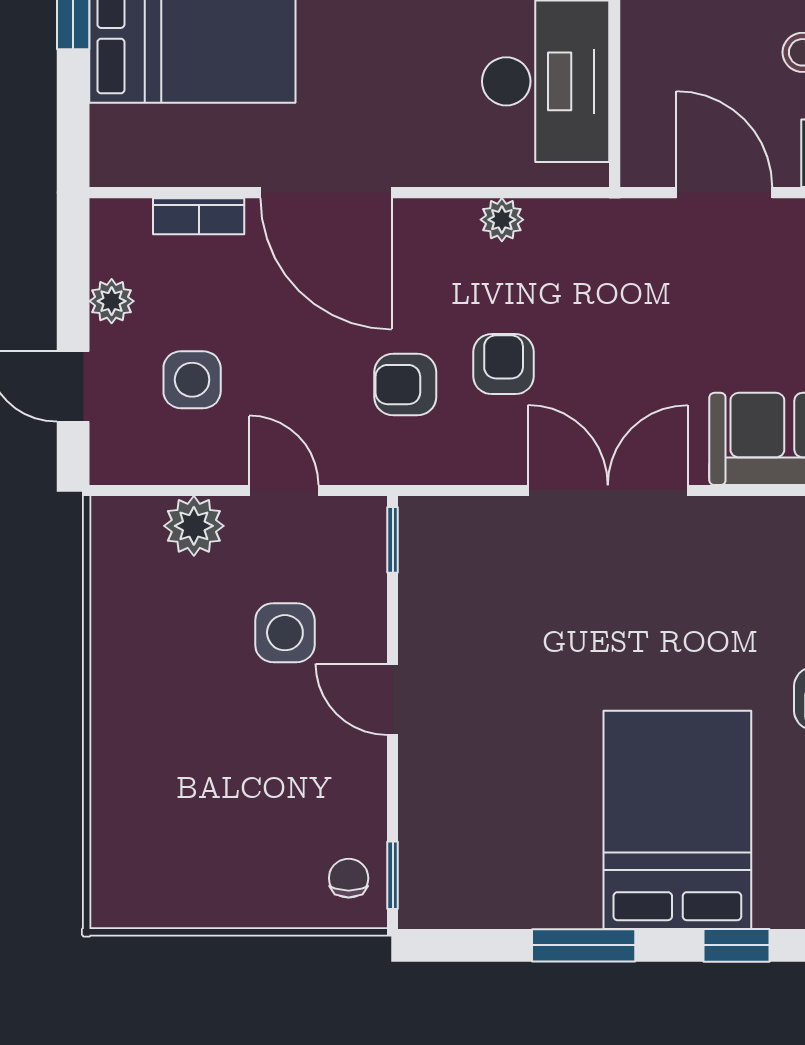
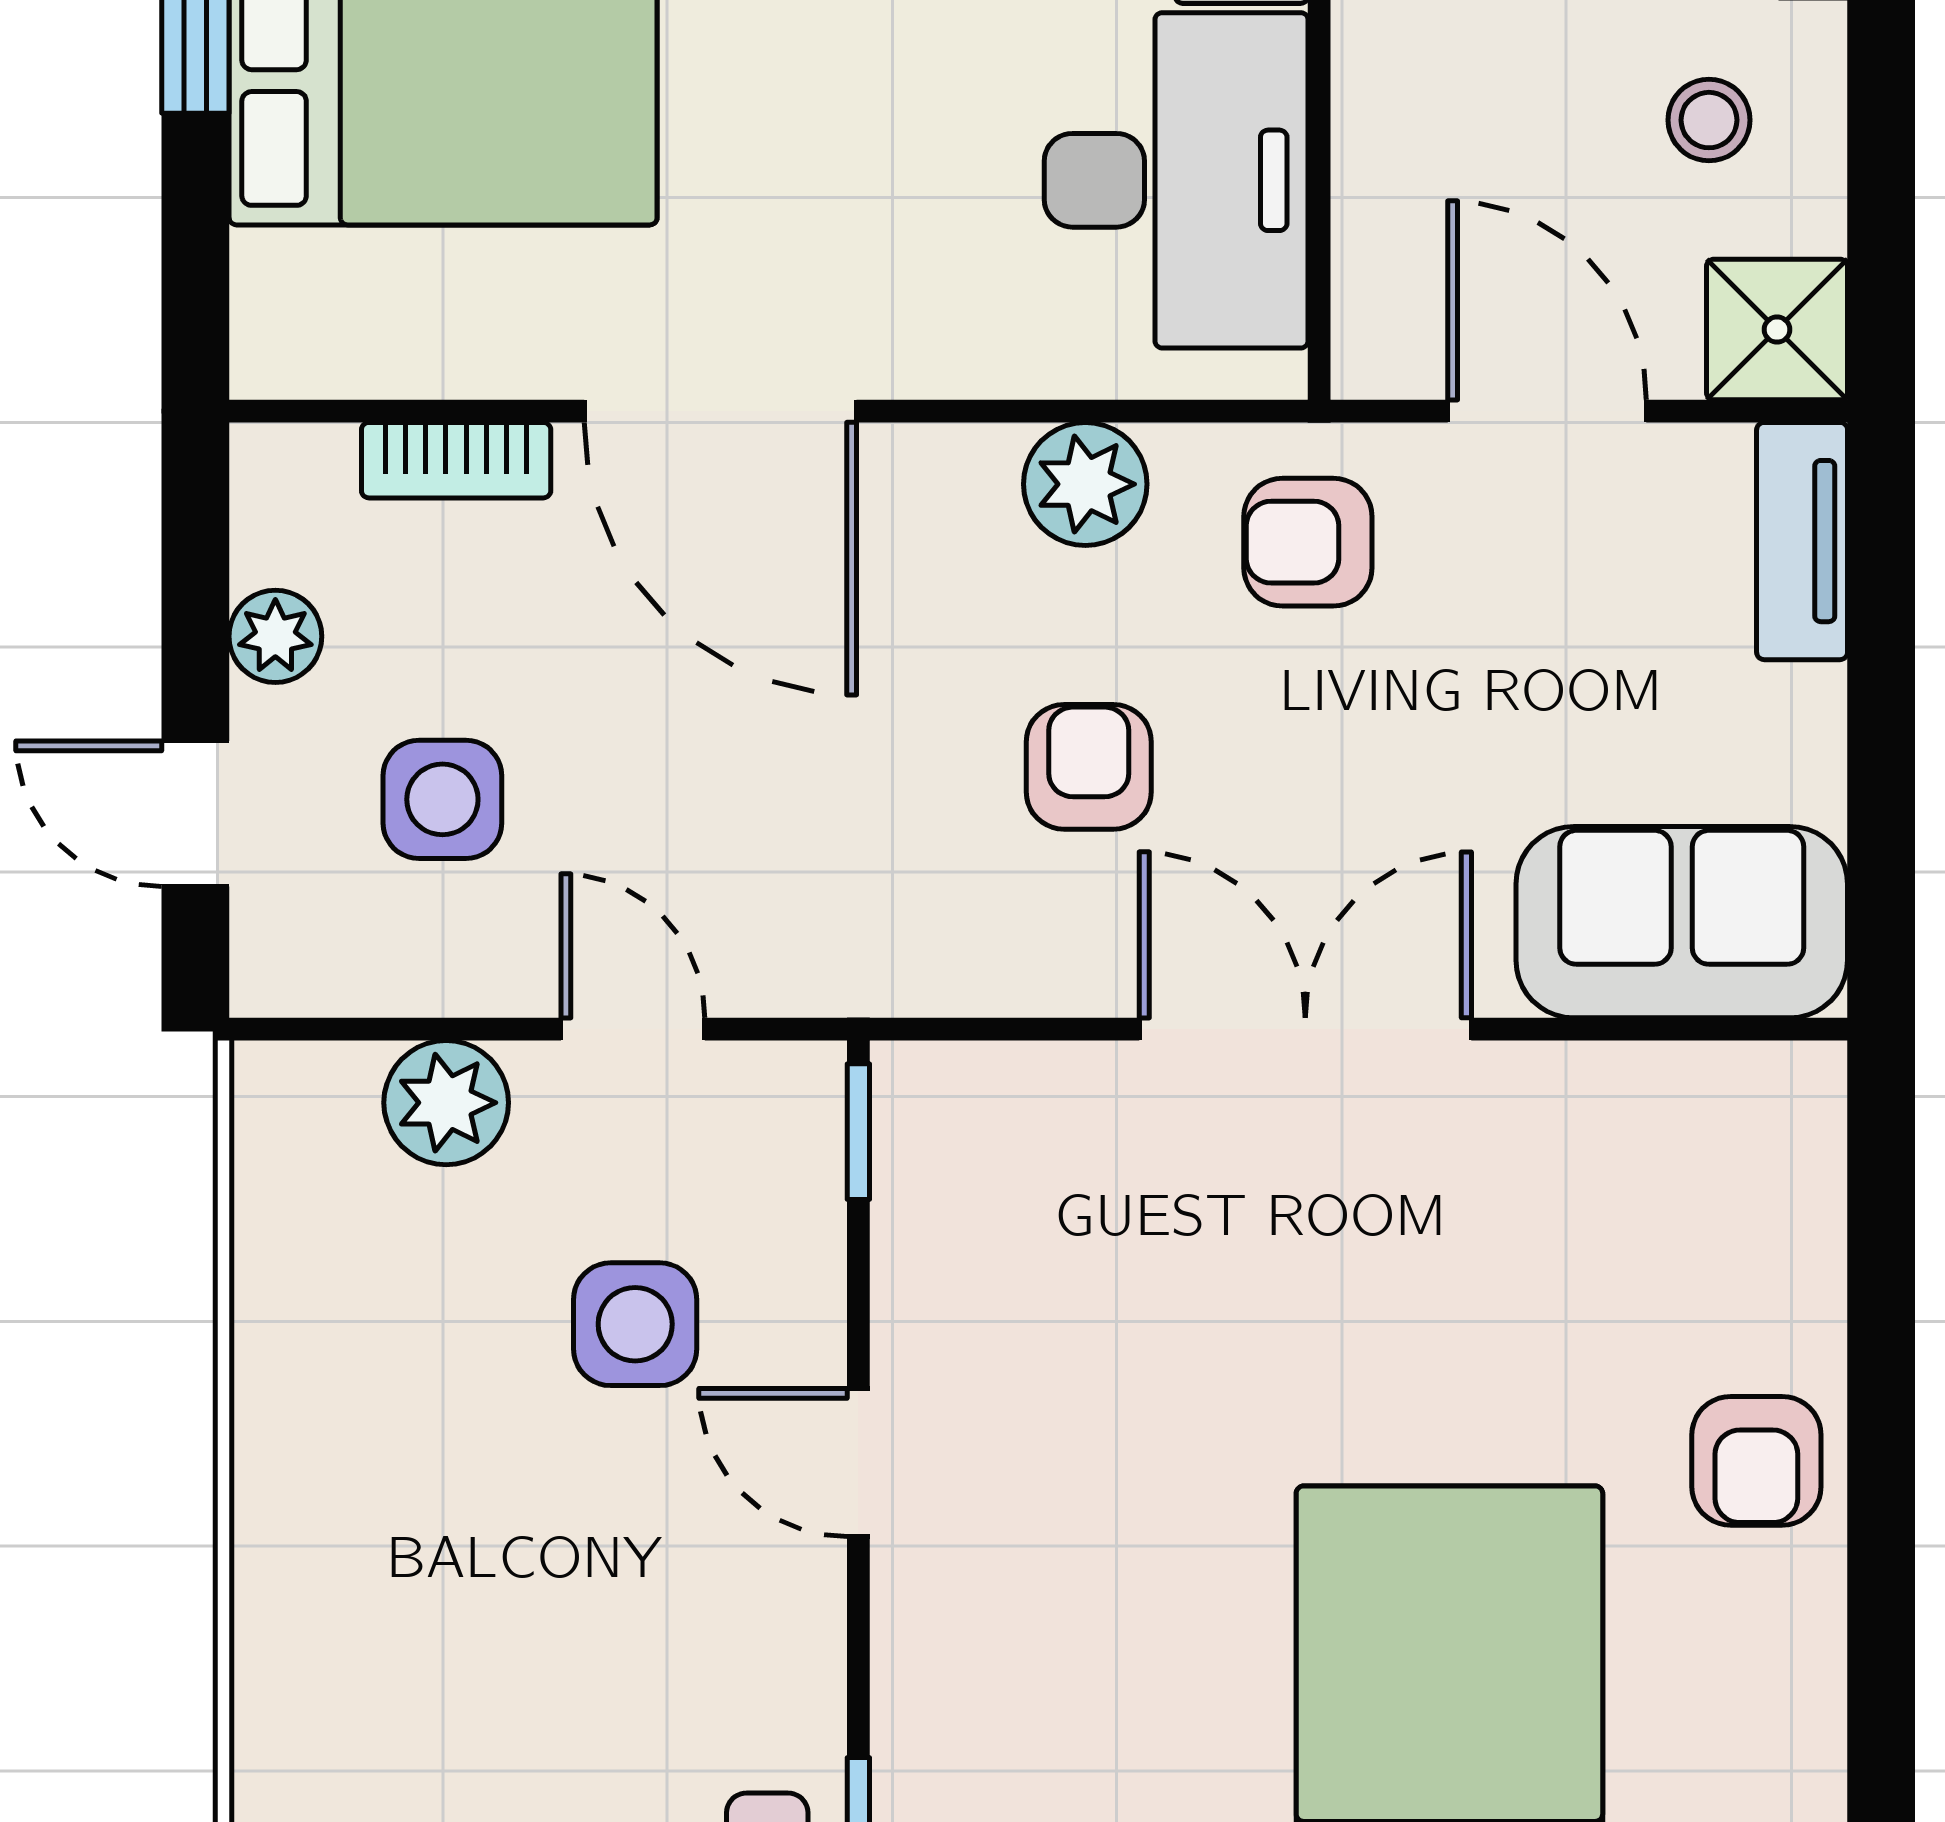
plant: (502, 220) -> (1085, 484), width x1.38, depth x1.38
armchair: (405, 385) -> (1308, 542), moved

